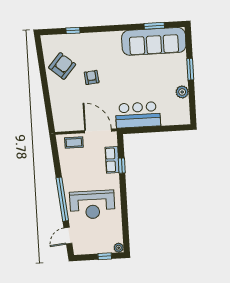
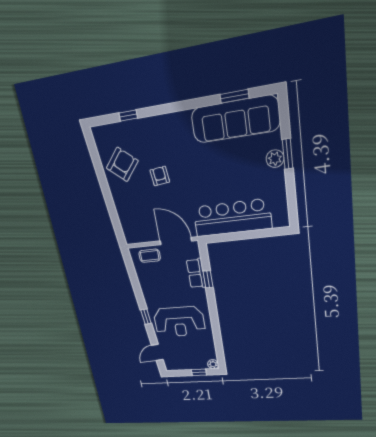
plant: (182, 92) -> (275, 159), moved
bar counter: (138, 115) -> (232, 218), width x1.36
window: (62, 199) -> (146, 317), width x0.32

